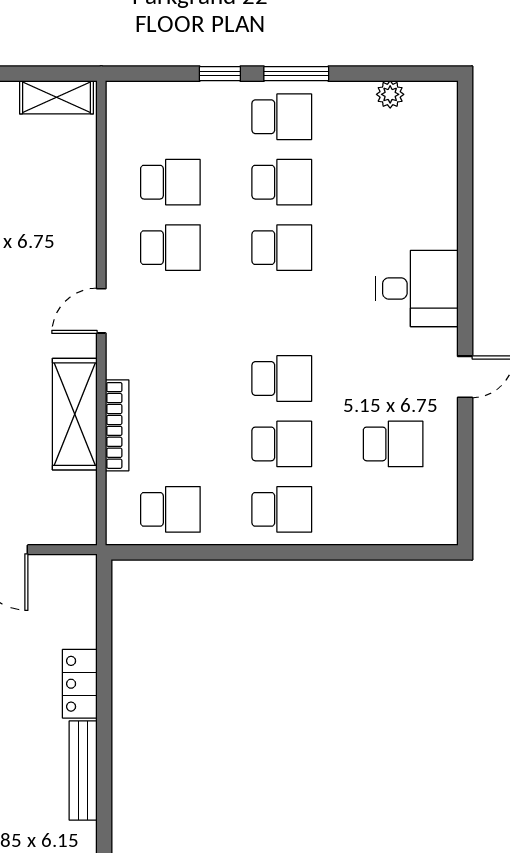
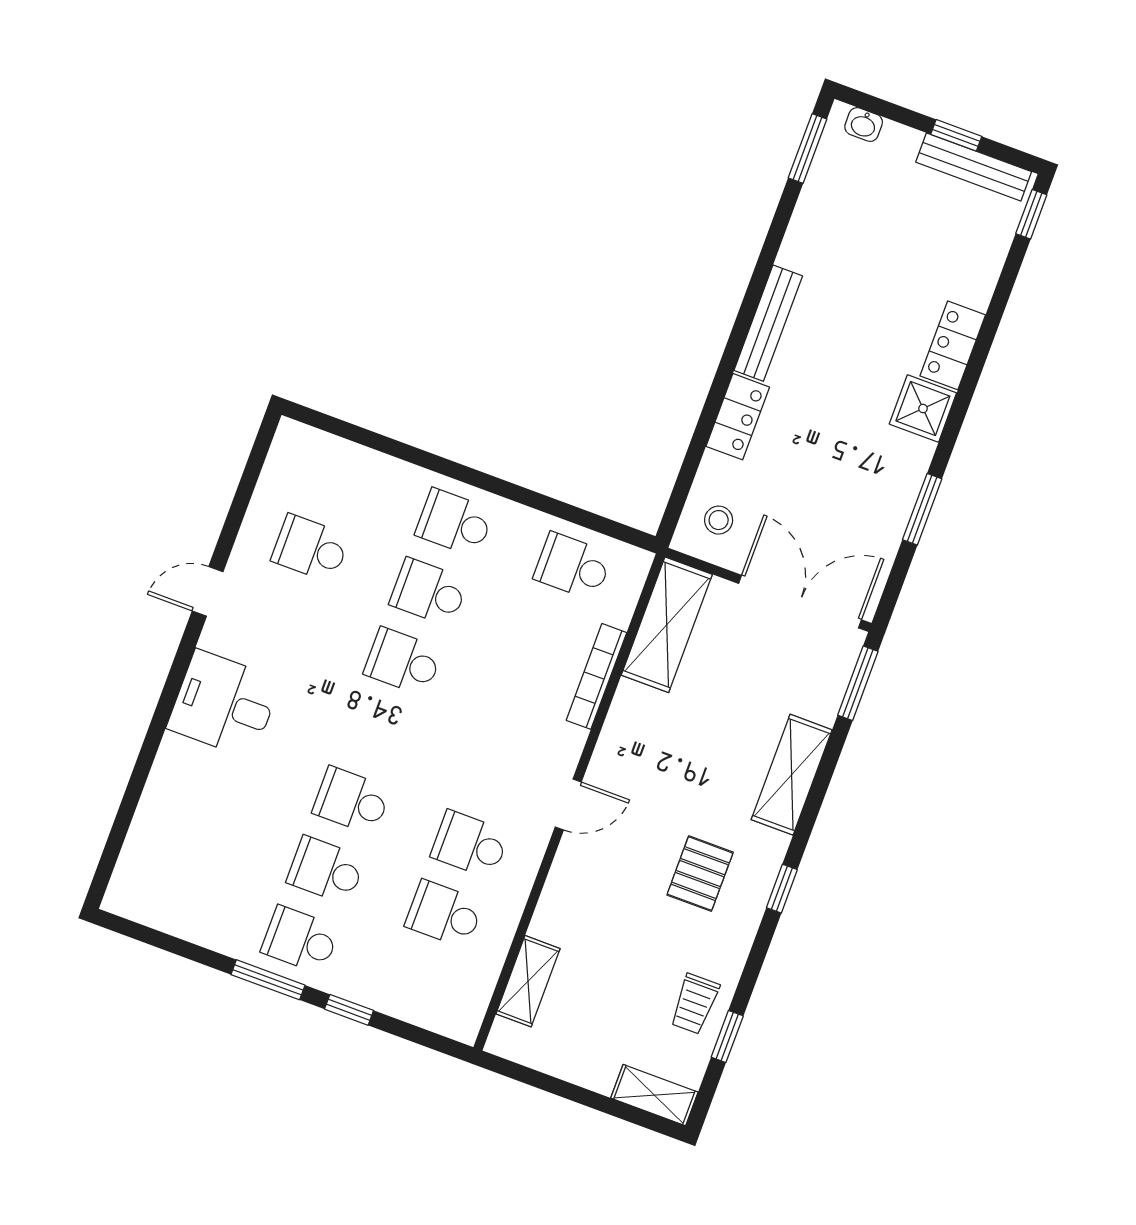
plant: (390, 94) -> (176, 921), removed
shelving: (57, 97) -> (528, 981), moved, turned 90
shelving: (75, 414) -> (667, 625), moved
stool: (64, 592) -> (719, 520), added

